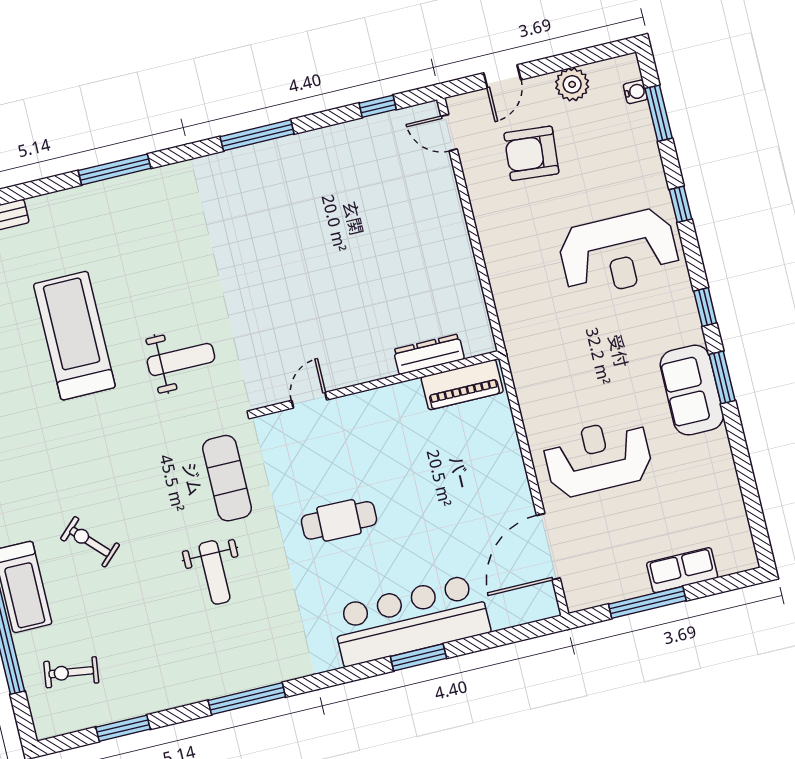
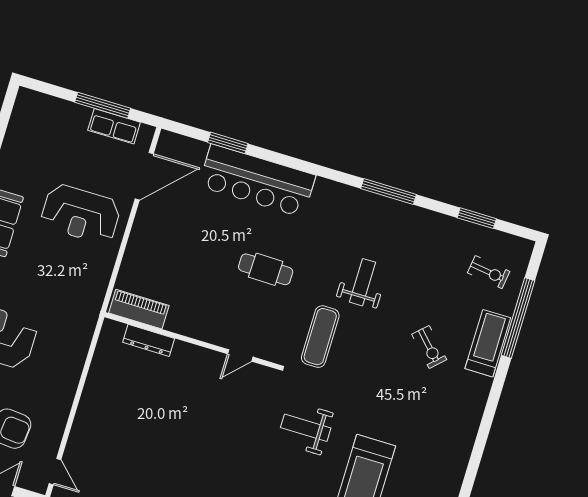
row of seats: (682, 570) -> (114, 126), moved
window: (418, 657) -> (228, 143), moved

